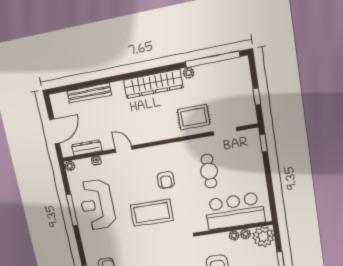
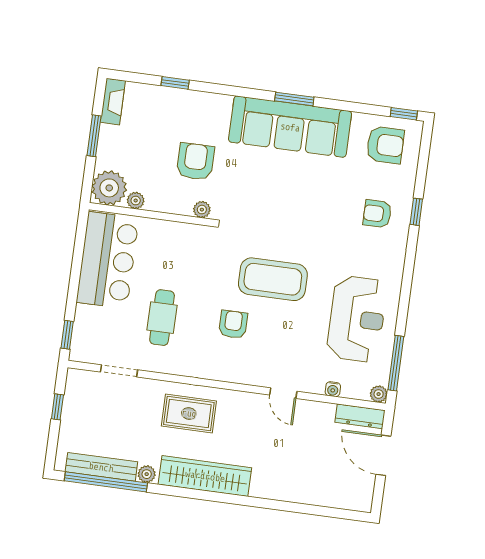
bench: (89, 93) -> (101, 467), moved
rug: (194, 117) -> (189, 413), moved
door: (54, 131) -> (383, 455), hinge flipped
dresser: (87, 148) -> (360, 416), moved
window: (72, 210) -> (396, 363), moved
bar counter: (235, 211) -> (108, 260), moved, turned -90
plant: (234, 236) -> (202, 210), moved

